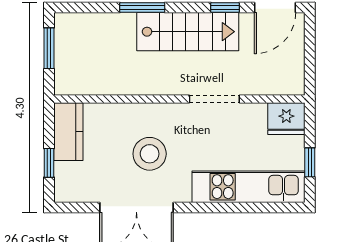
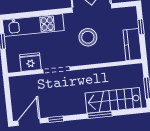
stairs: (188, 32) -> (113, 100), moved
fridge: (286, 119) -> (30, 62), moved

